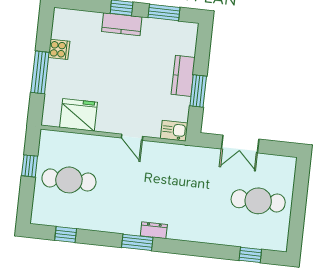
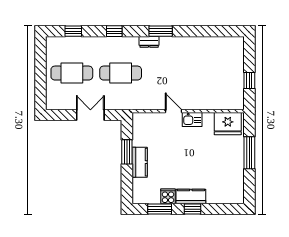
cooker: (59, 49) -> (168, 196), moved, turned 90
fridge: (79, 115) -> (228, 124), moved
kitchen sink: (174, 131) -> (192, 119), moved
cafe table: (69, 180) -> (121, 73), moved
window: (66, 234) -> (114, 31), moved

